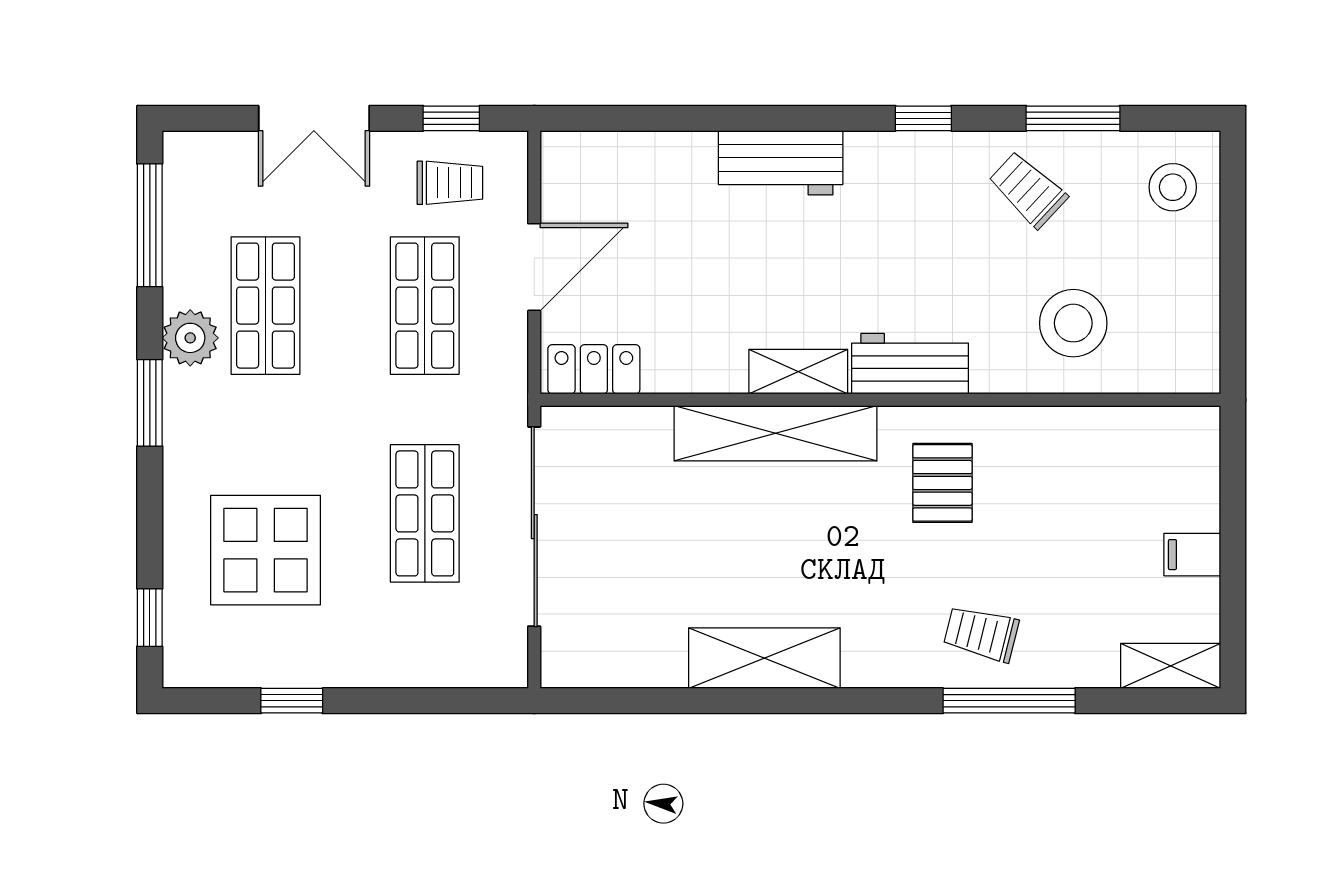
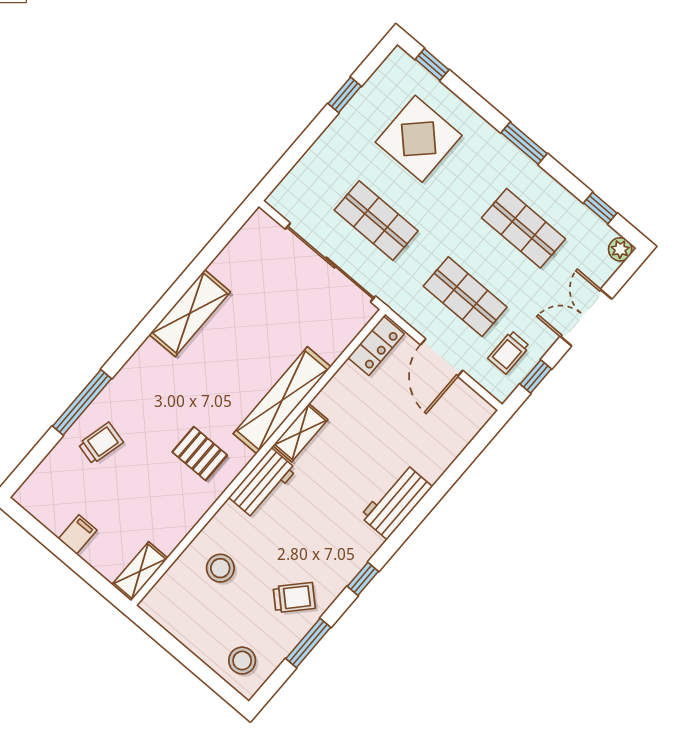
window: (150, 225) -> (600, 208), width x0.46
stool: (1073, 323) -> (220, 568), width x0.73, depth x0.73
plant: (190, 338) -> (620, 249), moved, width x0.73, depth x0.73
trolley: (981, 634) -> (101, 443), moved
shelving: (1171, 666) -> (140, 571), moved

